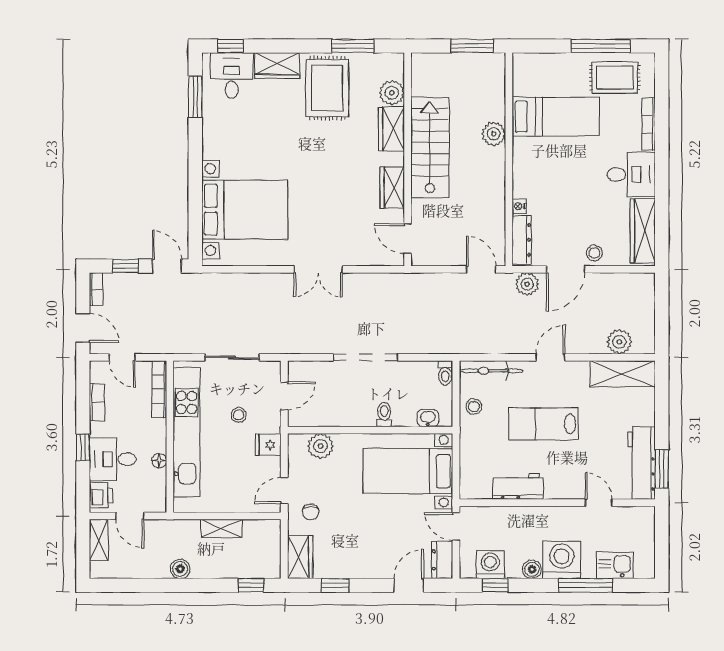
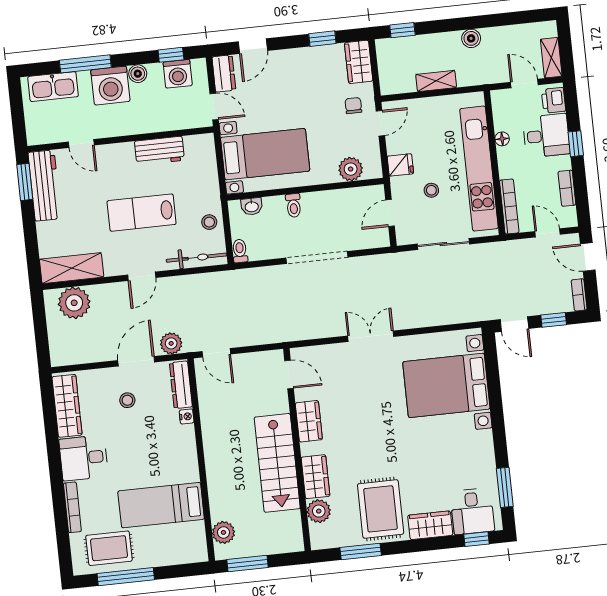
plant: (494, 134) -> (223, 532), moved
stool: (594, 253) -> (127, 400), moved
plant: (619, 342) -> (74, 303), width x1.36, depth x1.36
lab bench: (543, 424) -> (142, 213), turned 180
kitchen sink: (615, 565) -> (53, 87), width x1.38

